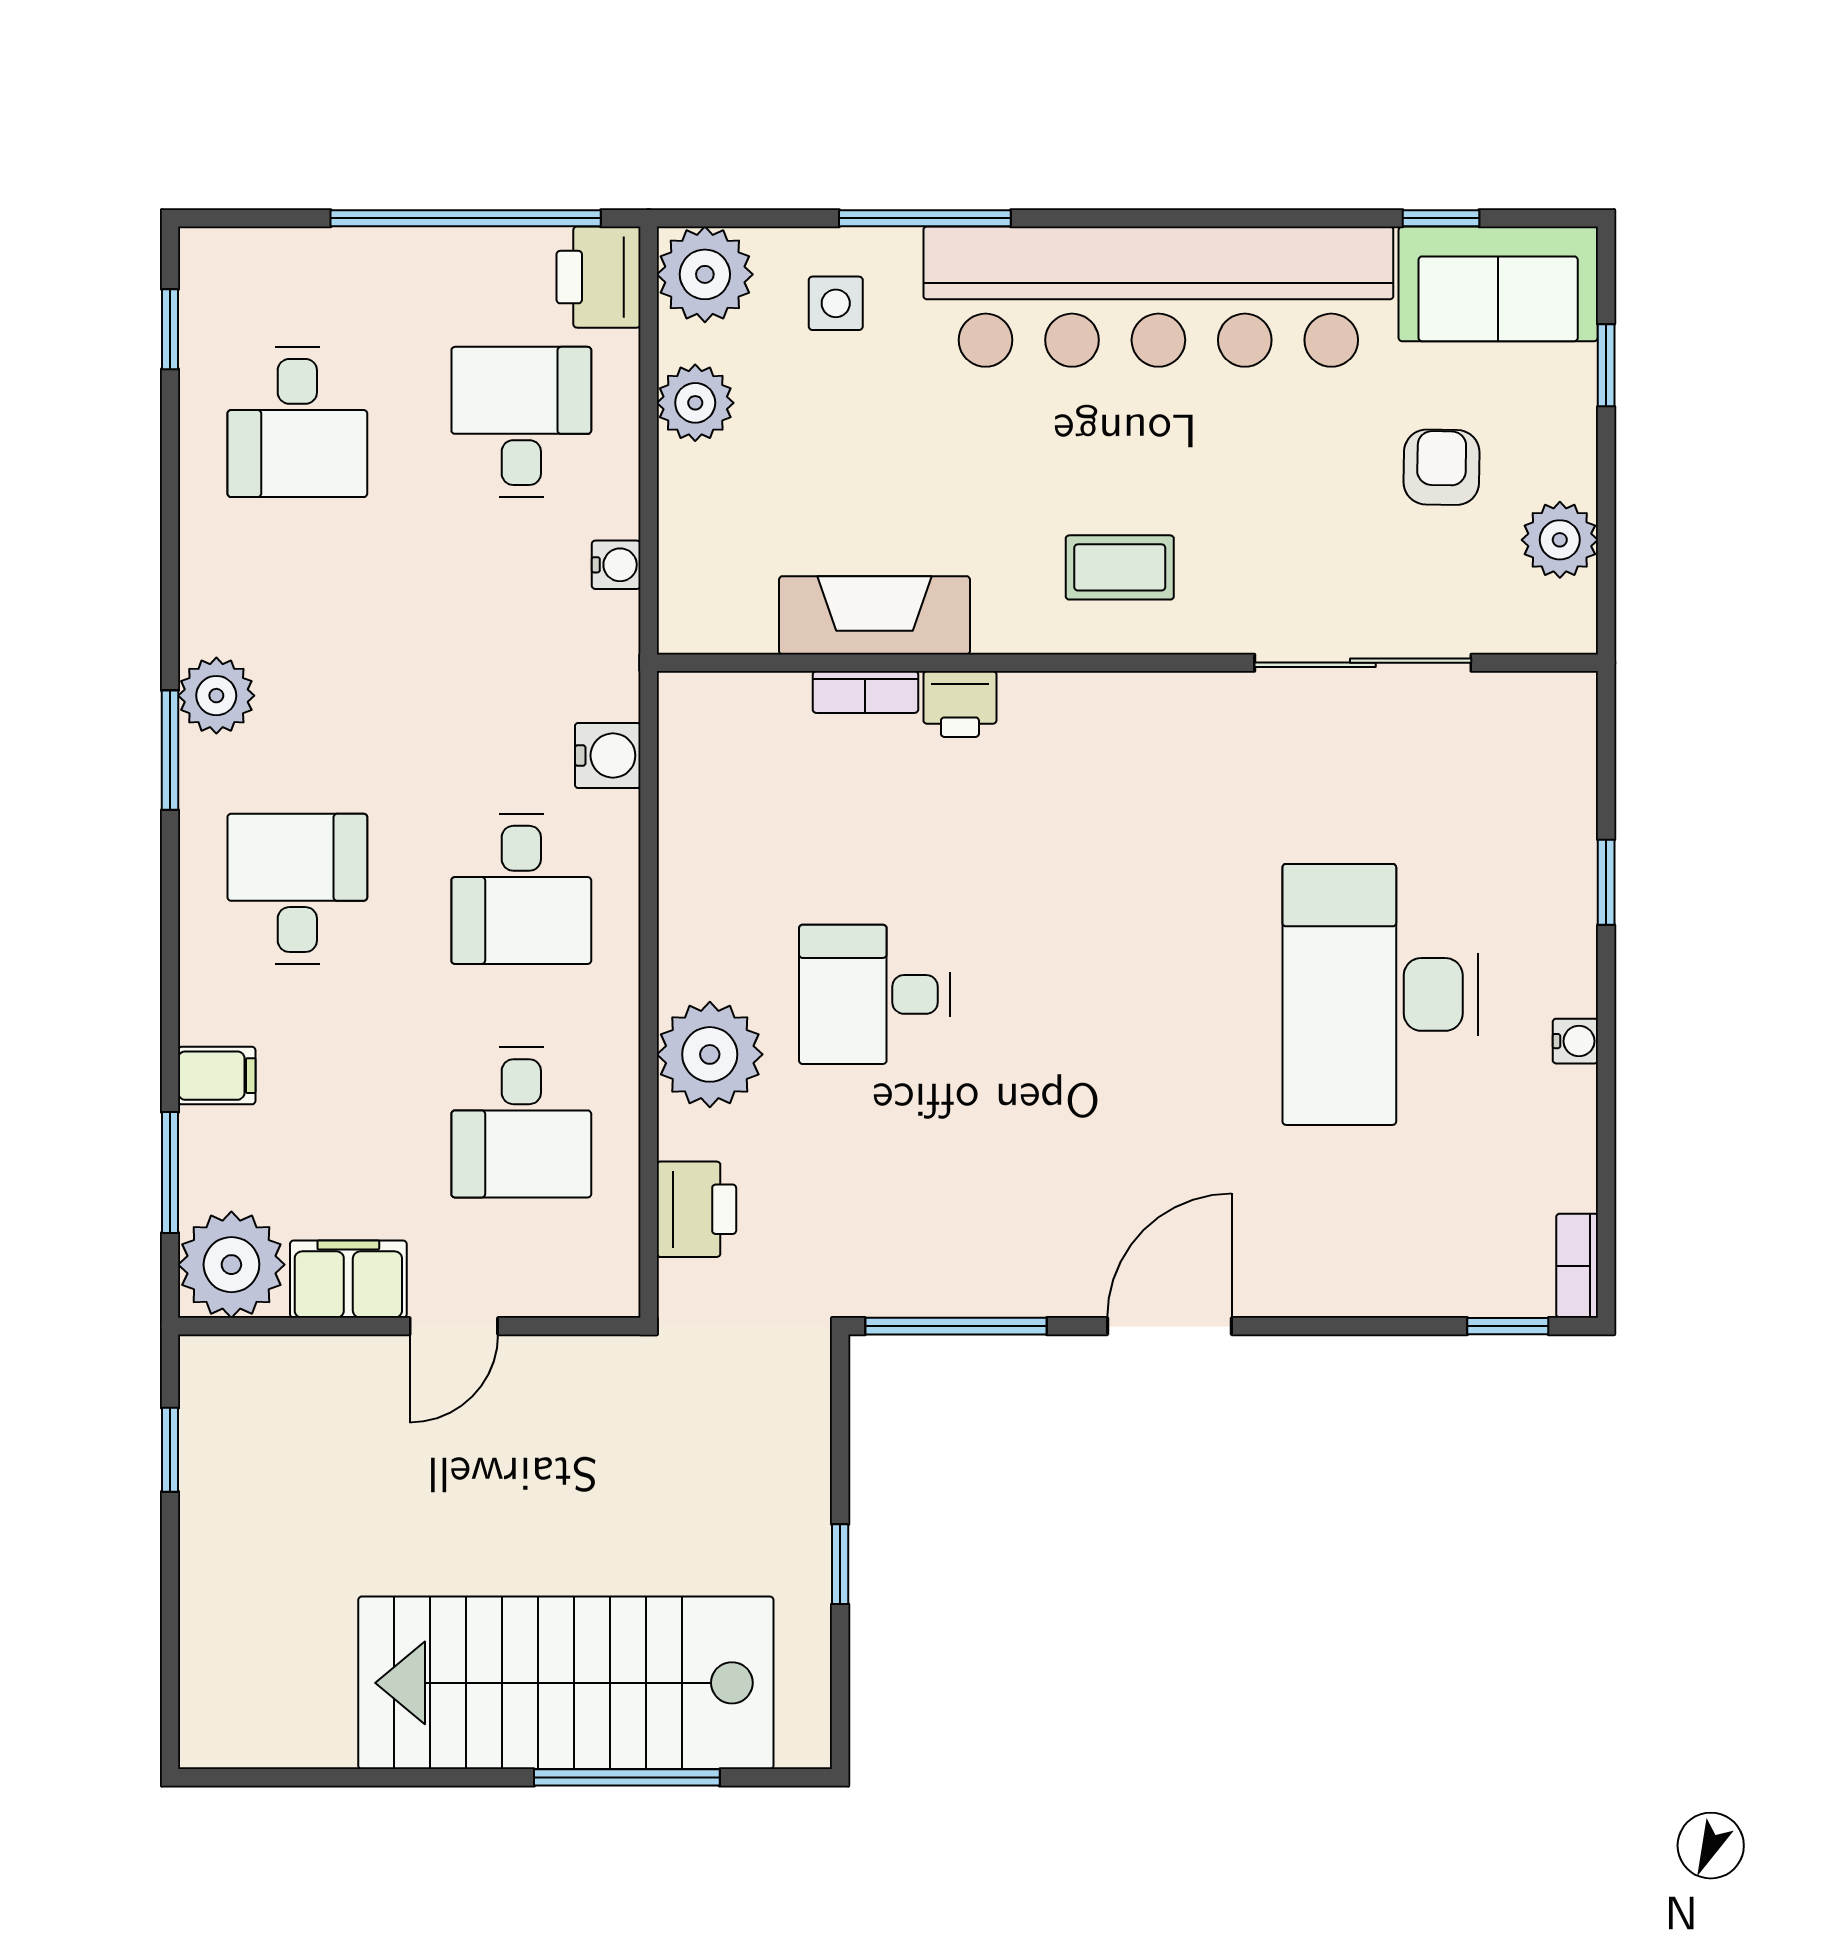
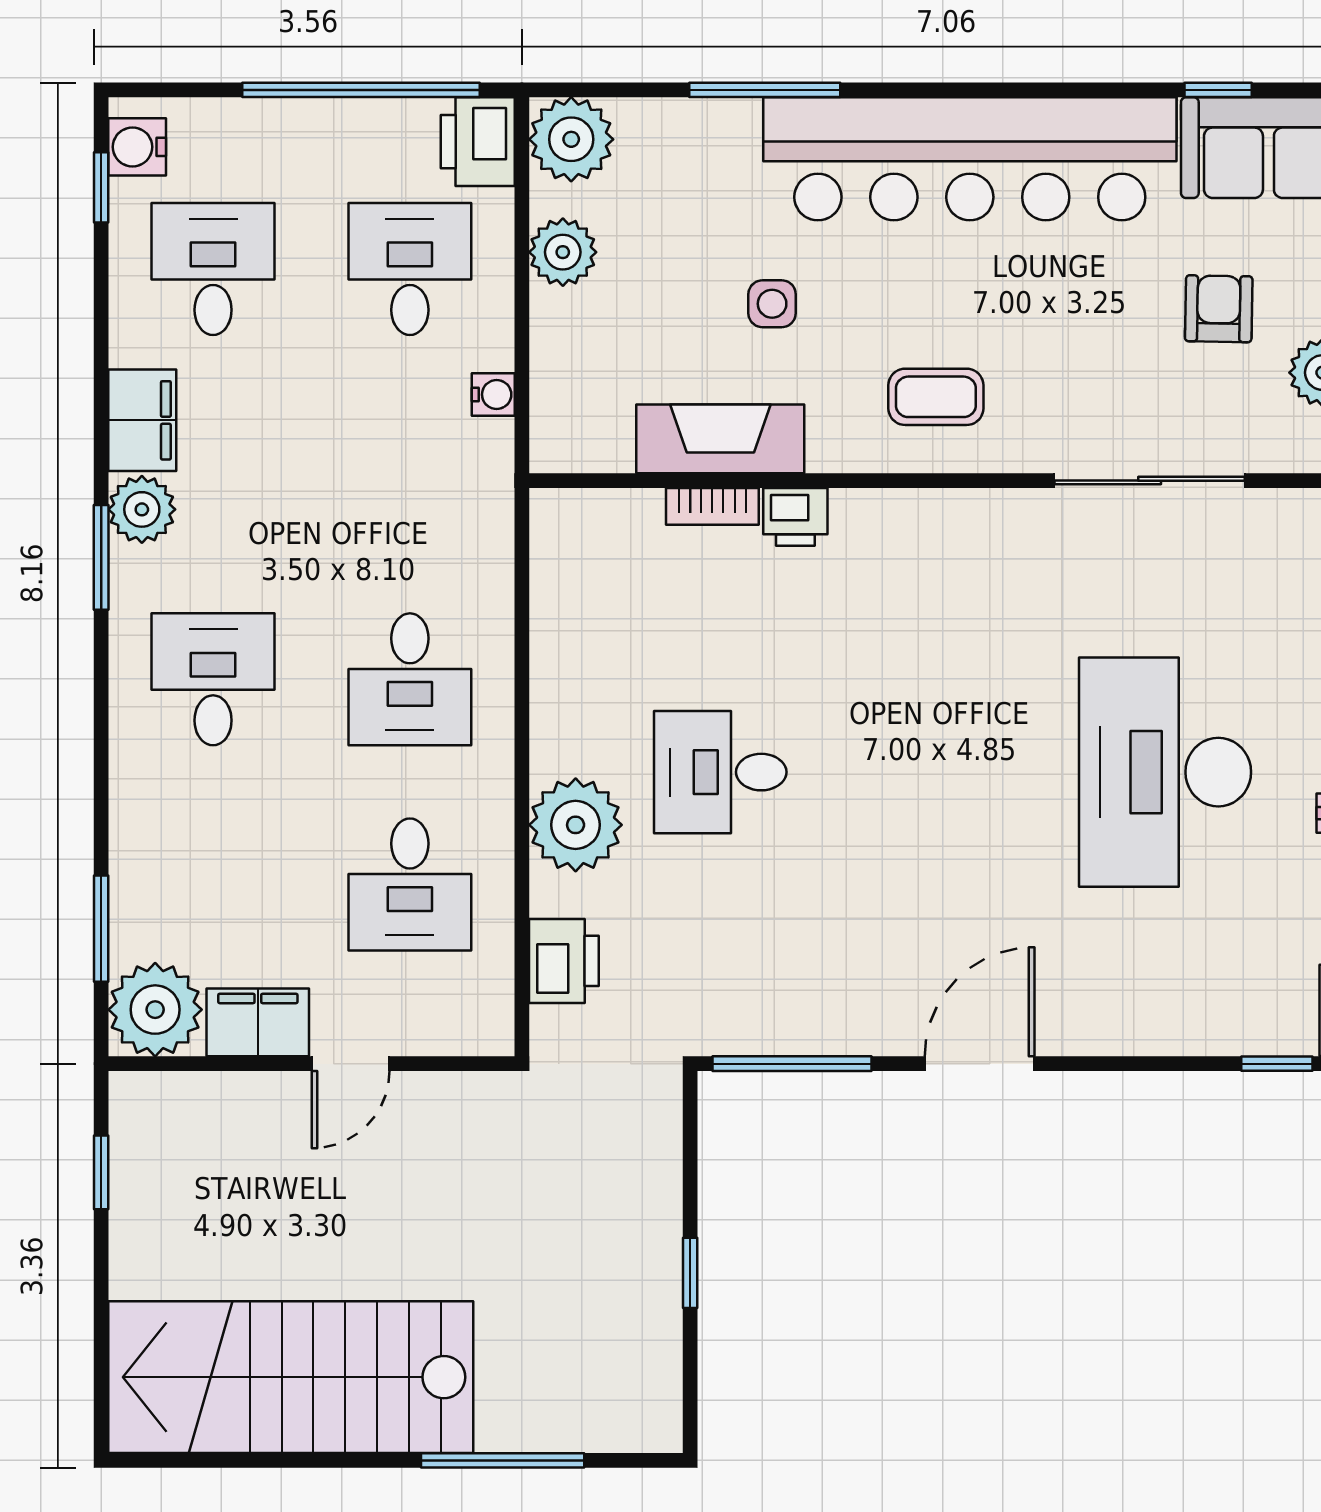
side table: (836, 303) -> (772, 304), moved
desk: (297, 422) -> (213, 269), turned 180
water cooler: (608, 755) -> (137, 147), moved, turned 180
filing cabinet: (217, 1076) -> (142, 420), moved, width x2.00
stairs: (566, 1683) -> (291, 1377), moved

